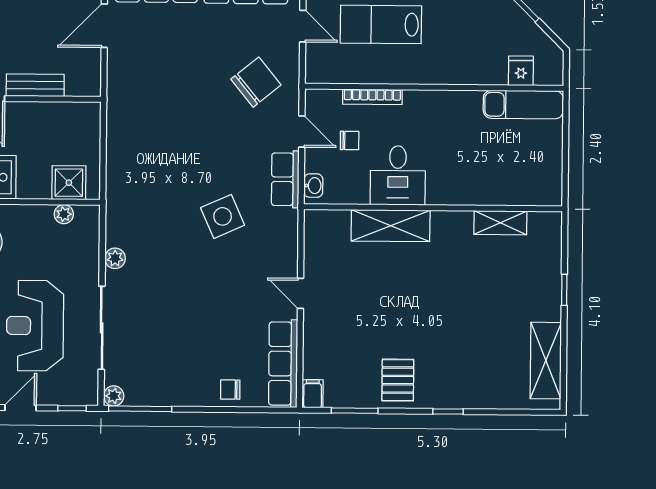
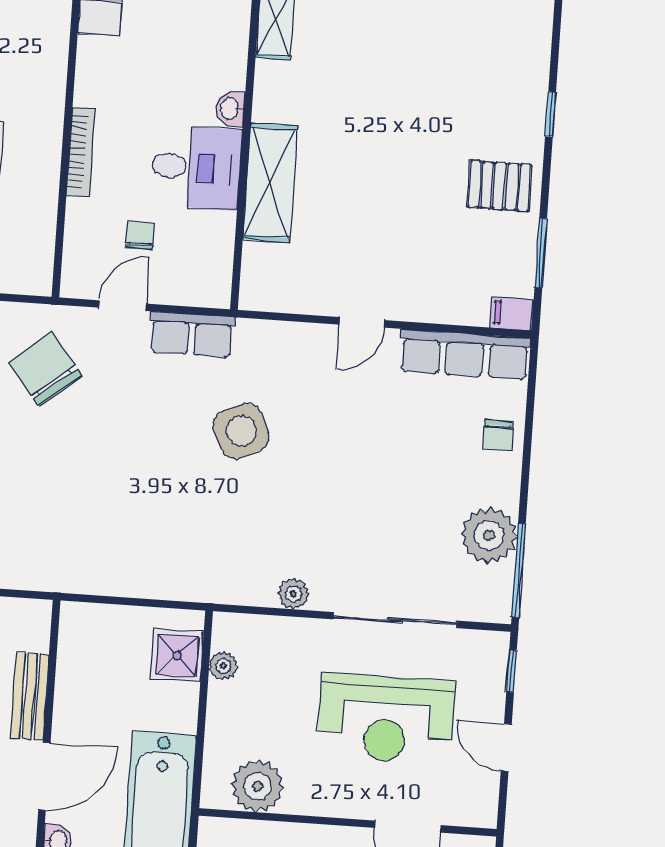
bookcase: (372, 97) -> (81, 152), moved
washbasin: (313, 186) -> (230, 109), moved, turned -90
plant: (114, 396) -> (489, 535), moved, width x1.87, depth x1.87

